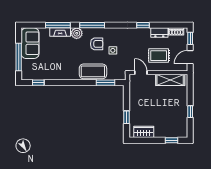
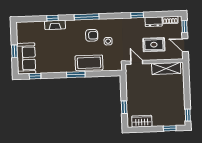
window: (58, 25) -> (52, 18), width x0.46
plant: (77, 33) -> (72, 25), removed
sofa: (30, 43) -> (26, 58), moved
window: (19, 57) -> (14, 51), width x0.46
door: (190, 57) -> (185, 45), hinge flipped
window: (105, 83) -> (76, 75), moved
window: (190, 112) -> (188, 115), moved

